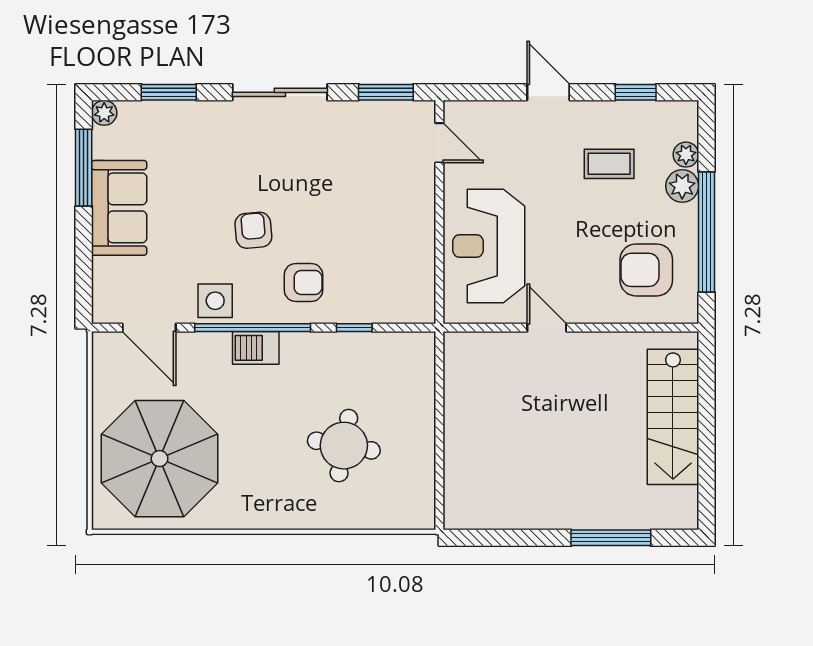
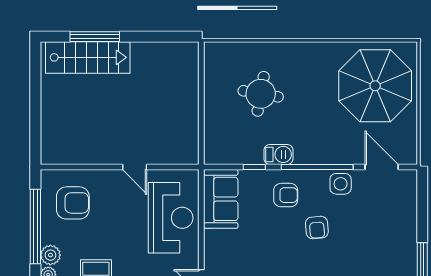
sofa: (119, 208) -> (221, 199), moved, turned 180
armchair: (303, 282) -> (286, 195), turned 180
barbecue: (256, 348) -> (279, 154), moved
stairs: (673, 417) -> (88, 57), moved, turned 90

